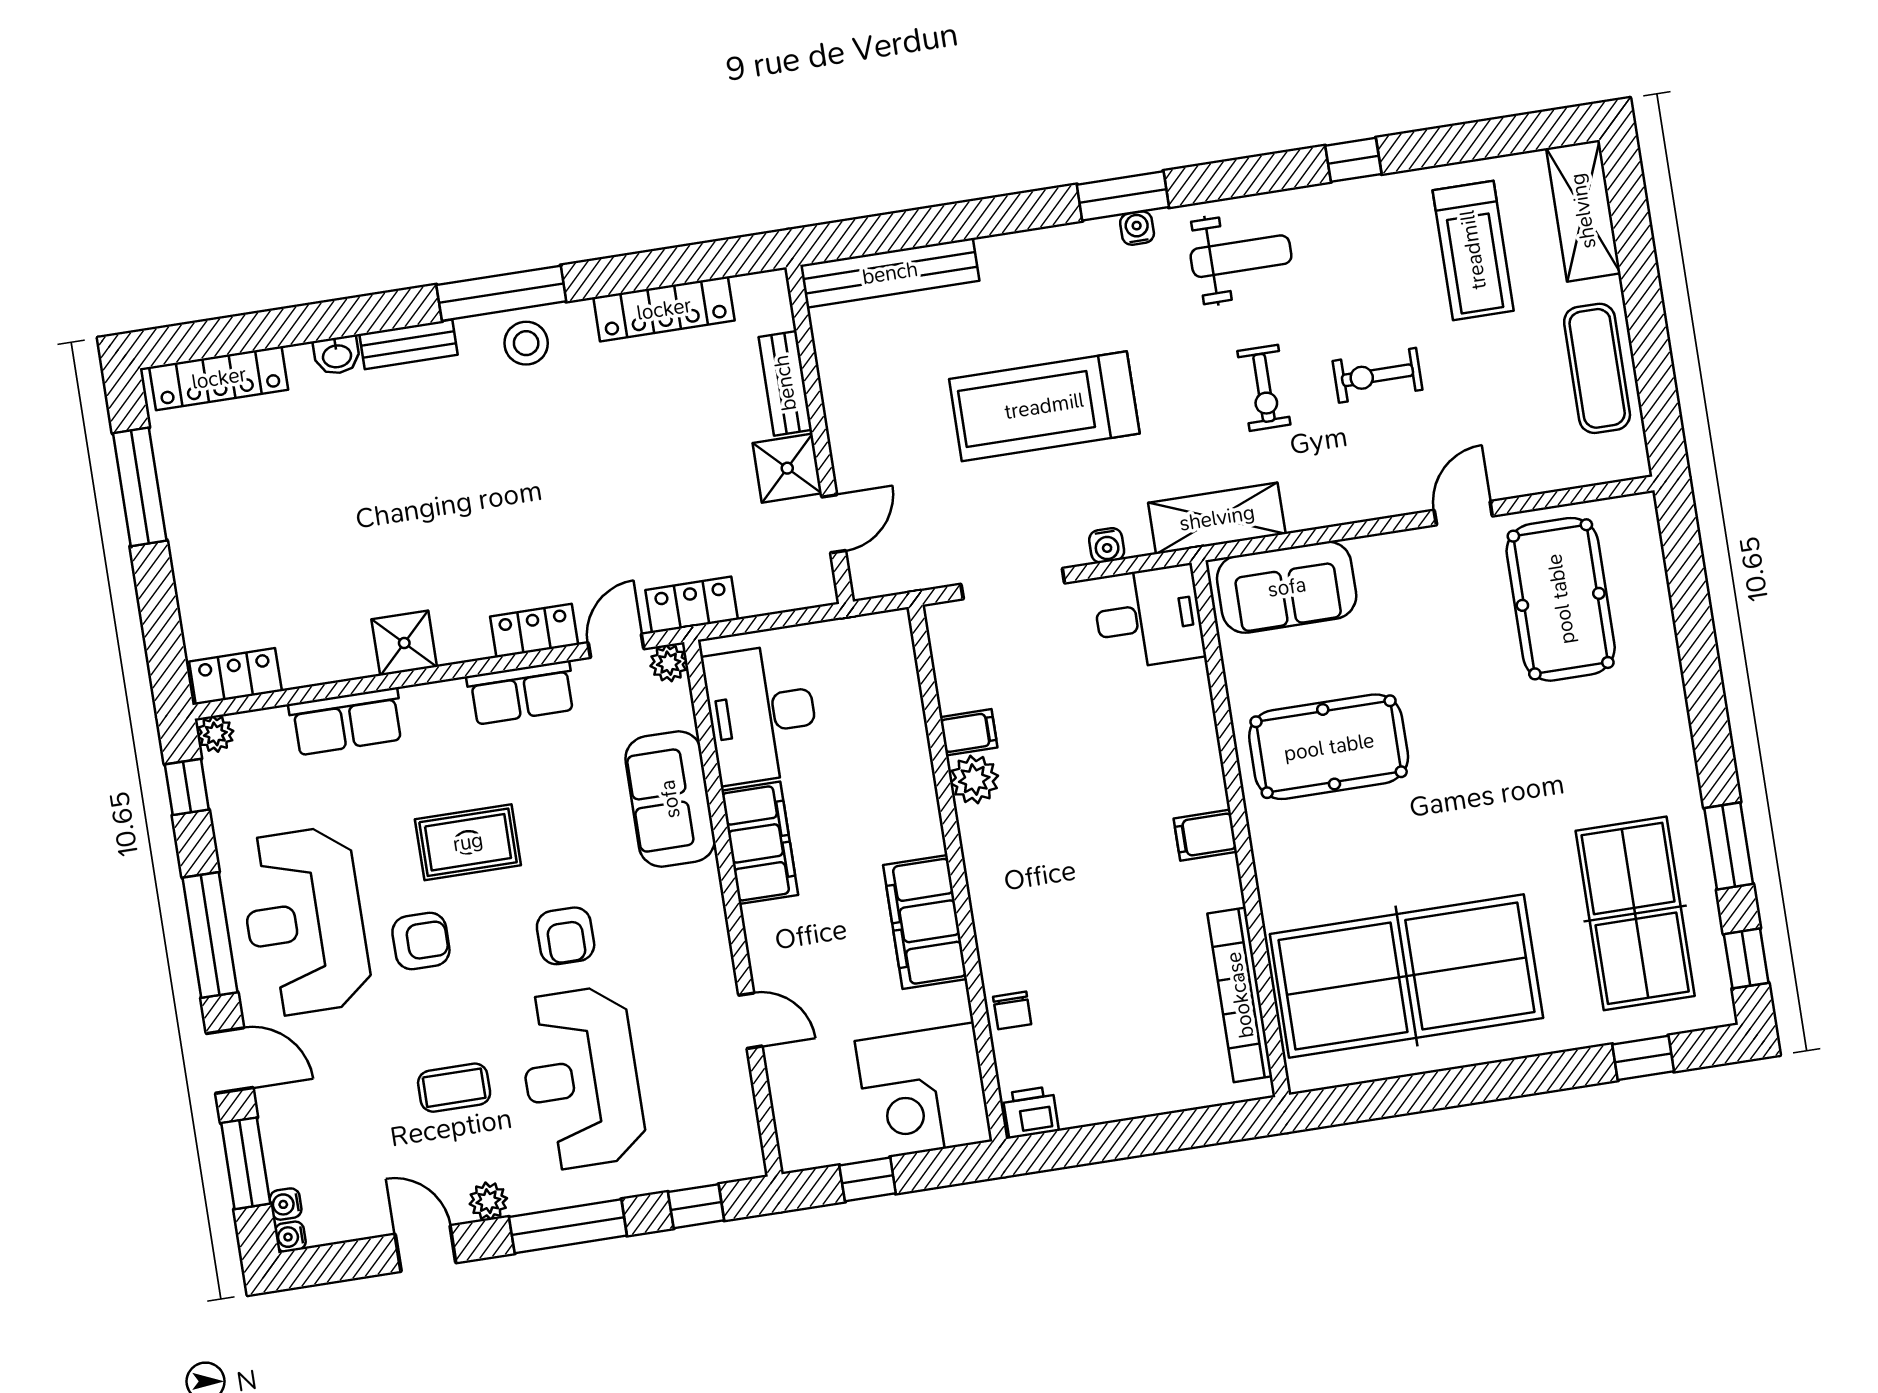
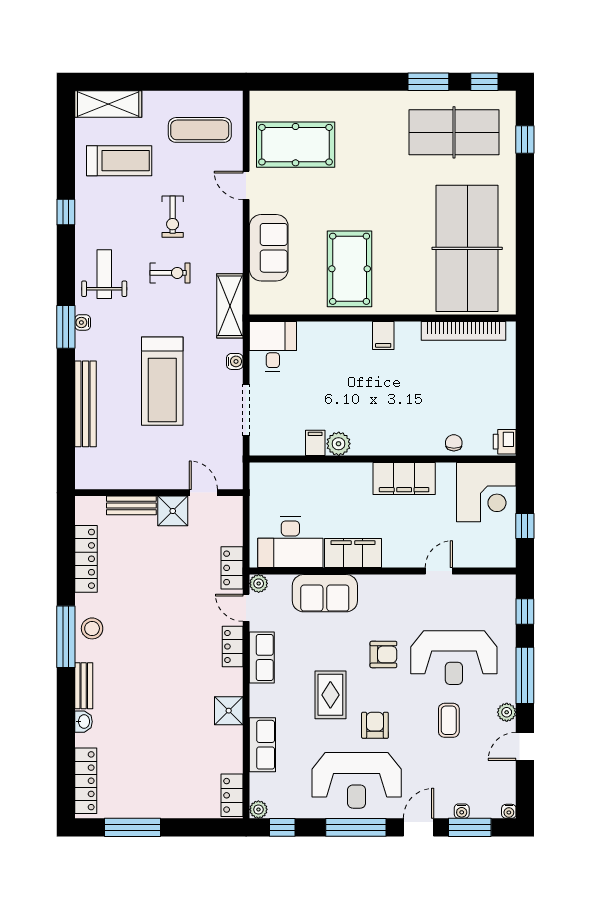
bench: (890, 273) -> (86, 404), moved
exercise mat: (1597, 368) -> (200, 130), moved
sofa: (1287, 587) -> (269, 248), moved
chair: (1012, 1010) -> (454, 443), turned -90
water cooler: (286, 1204) -> (462, 811), moved

